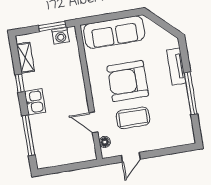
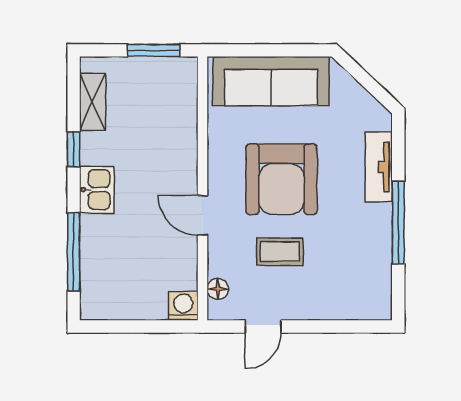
washing machine: (60, 36) -> (183, 306), moved, turned 180
armchair: (128, 81) -> (281, 179), turned -90
coffee table: (133, 118) -> (280, 252), width x0.73, depth x0.77
door: (94, 122) -> (203, 215), moved

